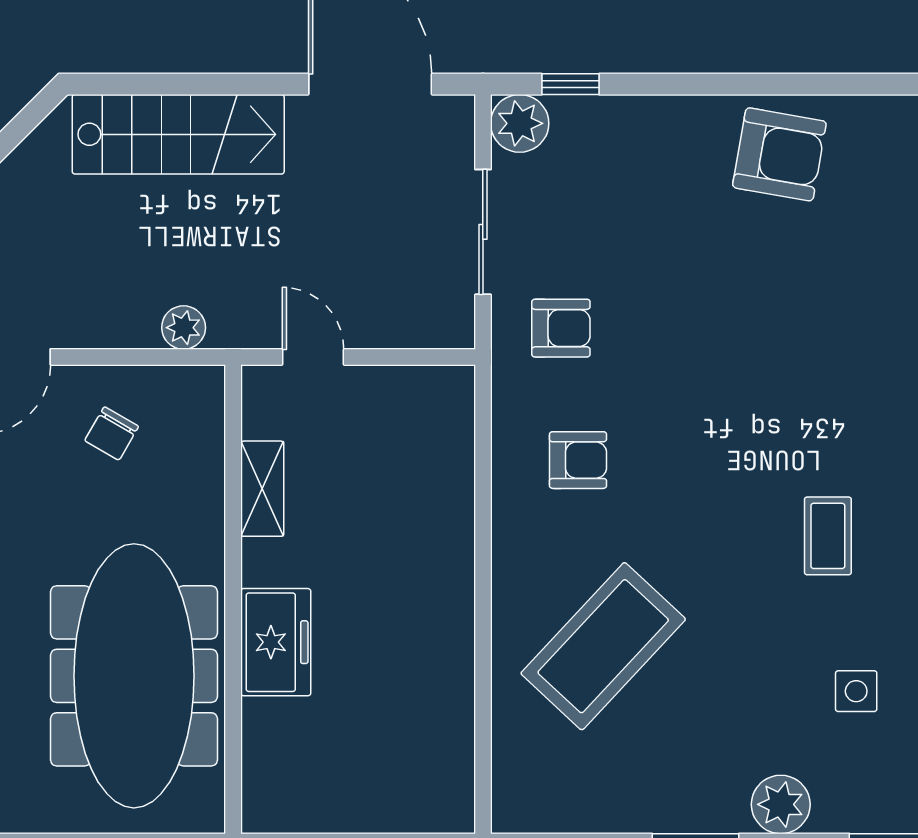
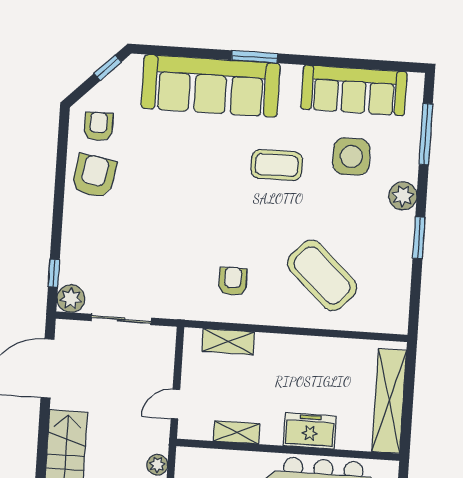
armchair: (561, 328) -> (98, 127), moved
shelving: (451, 459) -> (228, 342), added
coffee table: (828, 536) -> (277, 165), width x1.36, depth x1.30
side table: (856, 691) -> (351, 157), width x1.87, depth x1.87
shelving: (349, 804) -> (389, 401), added

